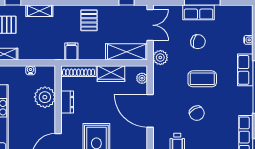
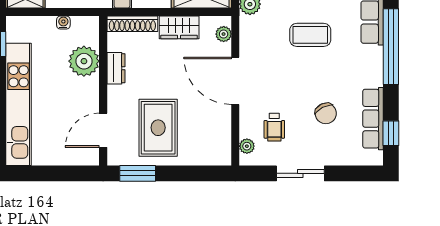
chair: (197, 113) -> (326, 113), moved

